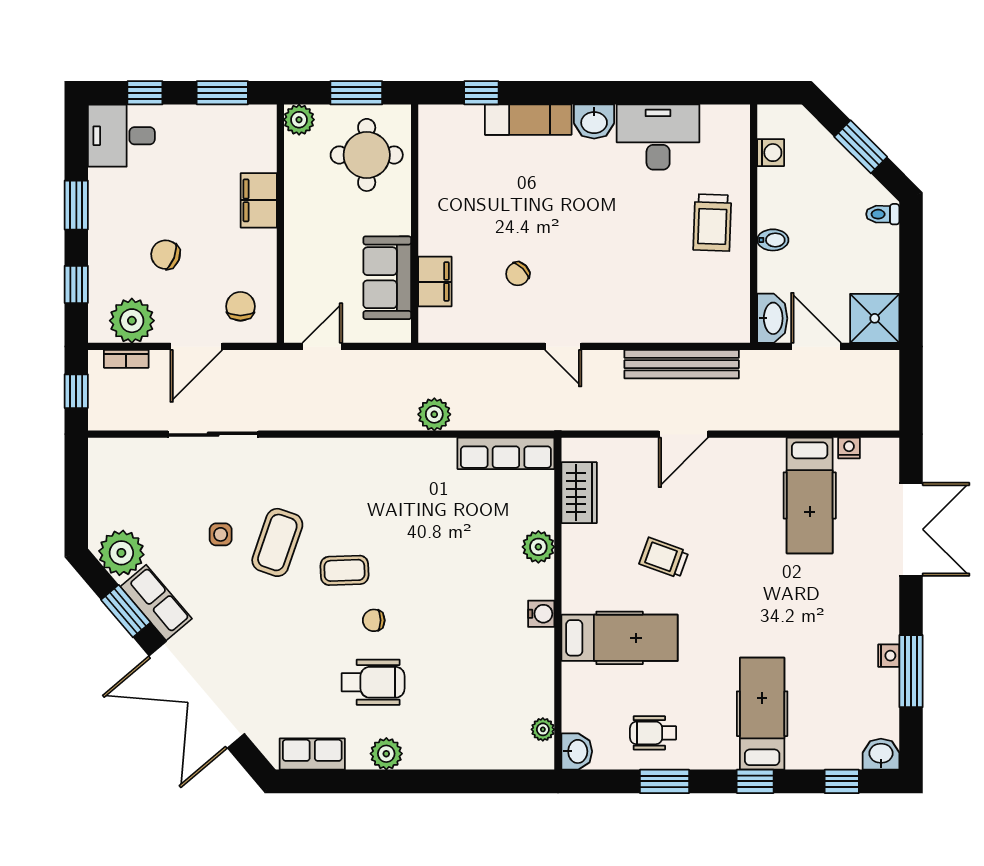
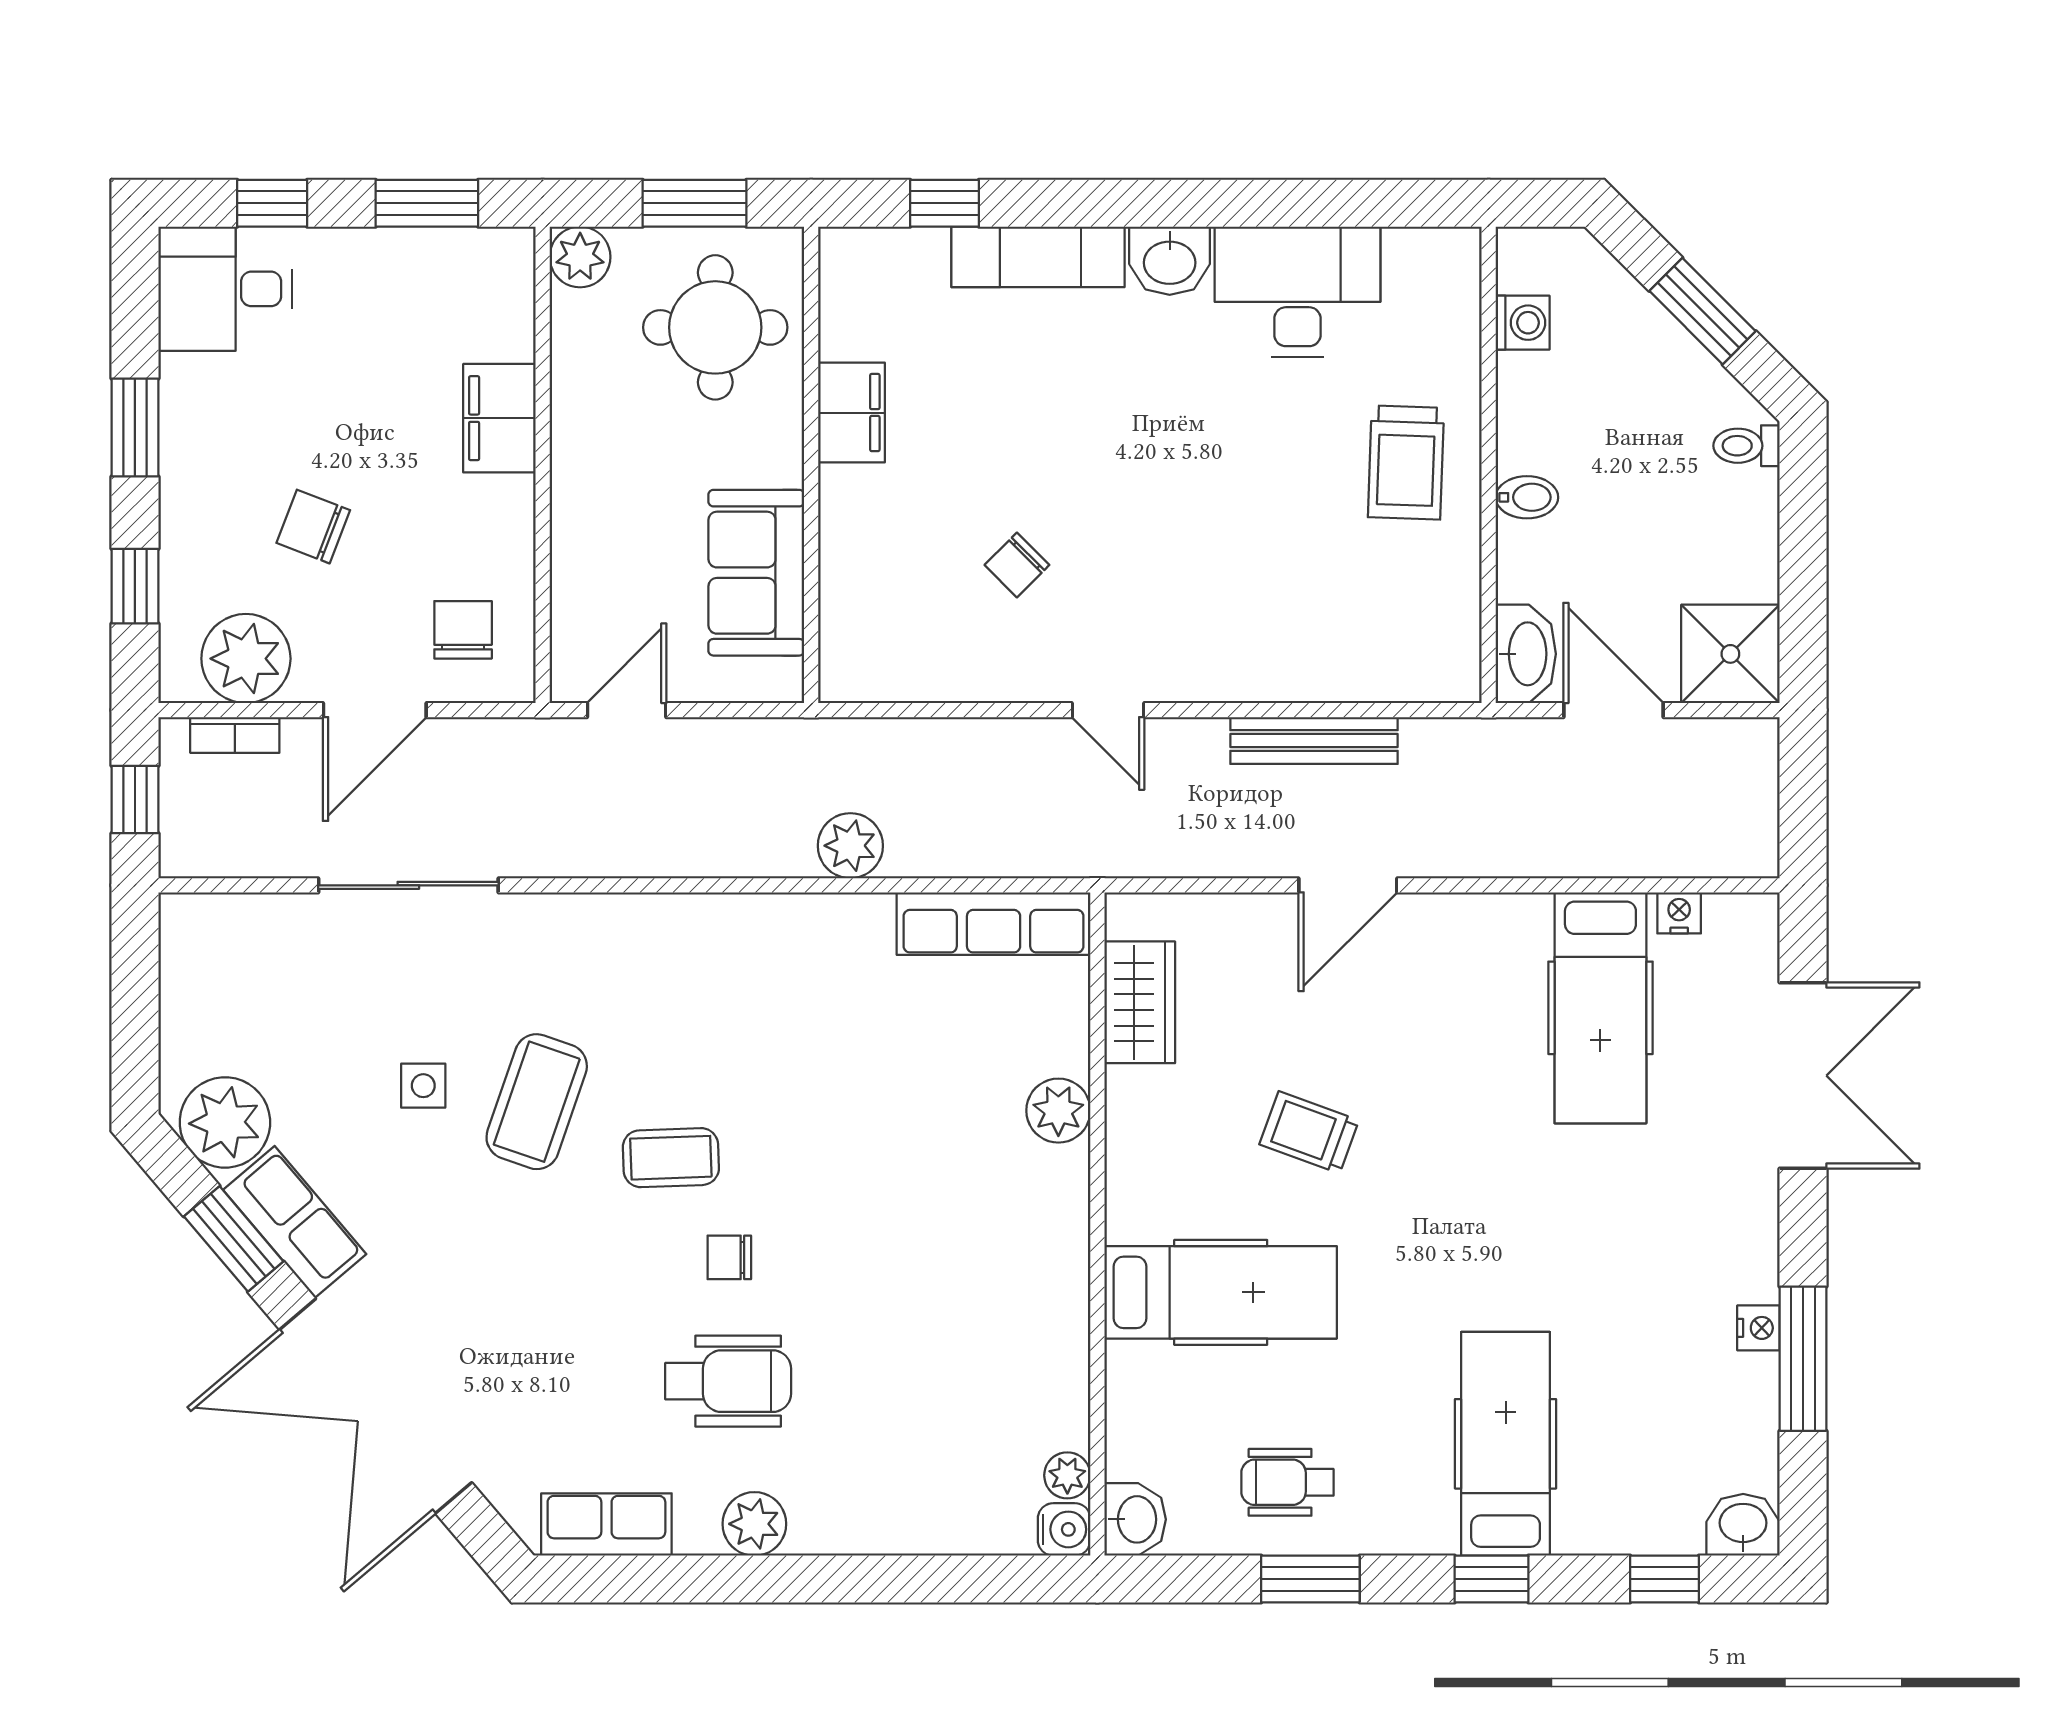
filing cabinet: (435, 282) -> (852, 413), moved
bench: (682, 364) -> (1314, 741), width x0.73, depth x0.82
water cooler: (541, 614) -> (1064, 1529), moved

